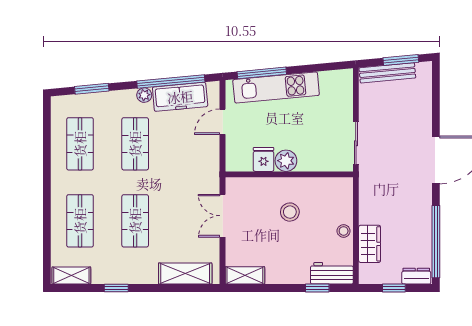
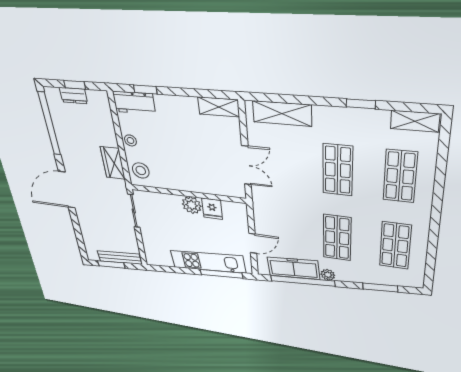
stool: (290, 212) -> (141, 170), moved
wardrobe: (370, 244) -> (113, 163), moved
dresser: (416, 276) -> (73, 96), moved

